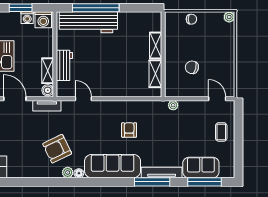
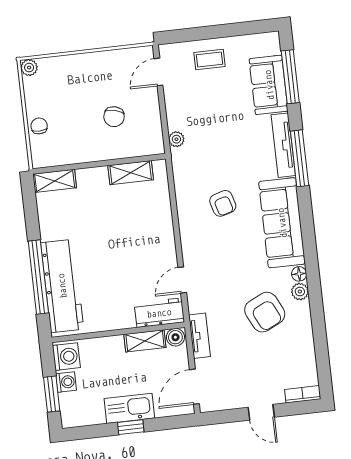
shelving: (156, 45) -> (55, 181), moved
workbench: (64, 65) -> (159, 313), moved
armchair: (129, 130) -> (223, 203), turned -106

